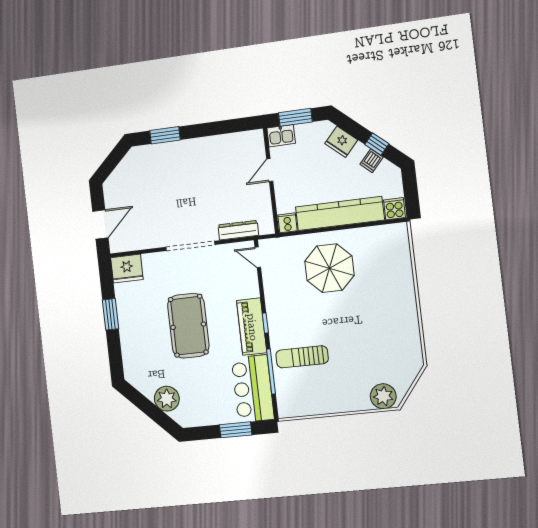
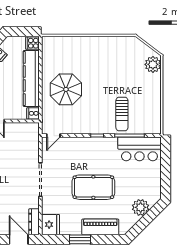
dresser: (238, 230) -> (34, 222), moved
piano: (252, 327) -> (100, 227), moved, turned 180
window: (236, 430) -> (166, 163), removed

